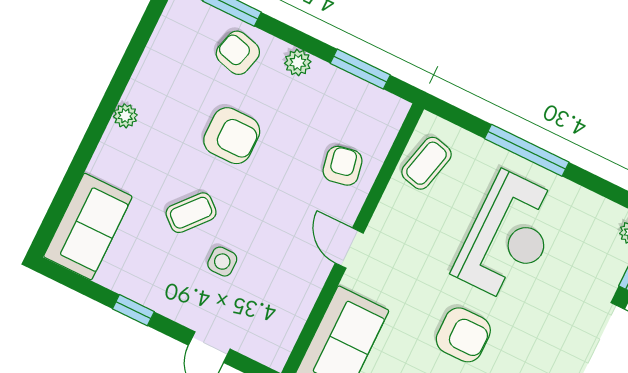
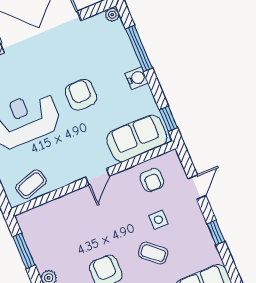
coffee table: (426, 163) -> (31, 184), turned -32
armchair: (343, 166) -> (152, 180), moved, turned -79

